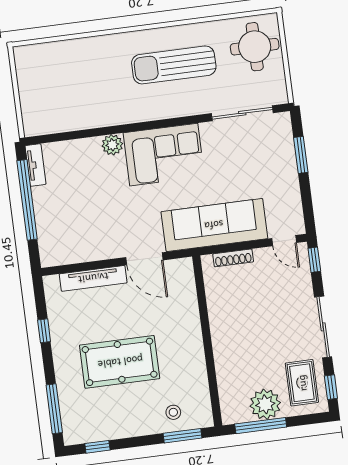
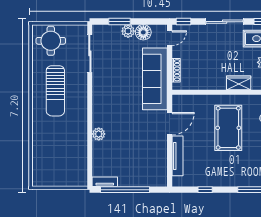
corner sofa: (164, 155) -> (109, 104), removed
plant: (287, 171) -> (128, 31), added
floor lamp: (288, 196) -> (143, 32), added
pool table: (120, 362) -> (228, 128), moved
wardrobe: (226, 363) -> (239, 83), added

